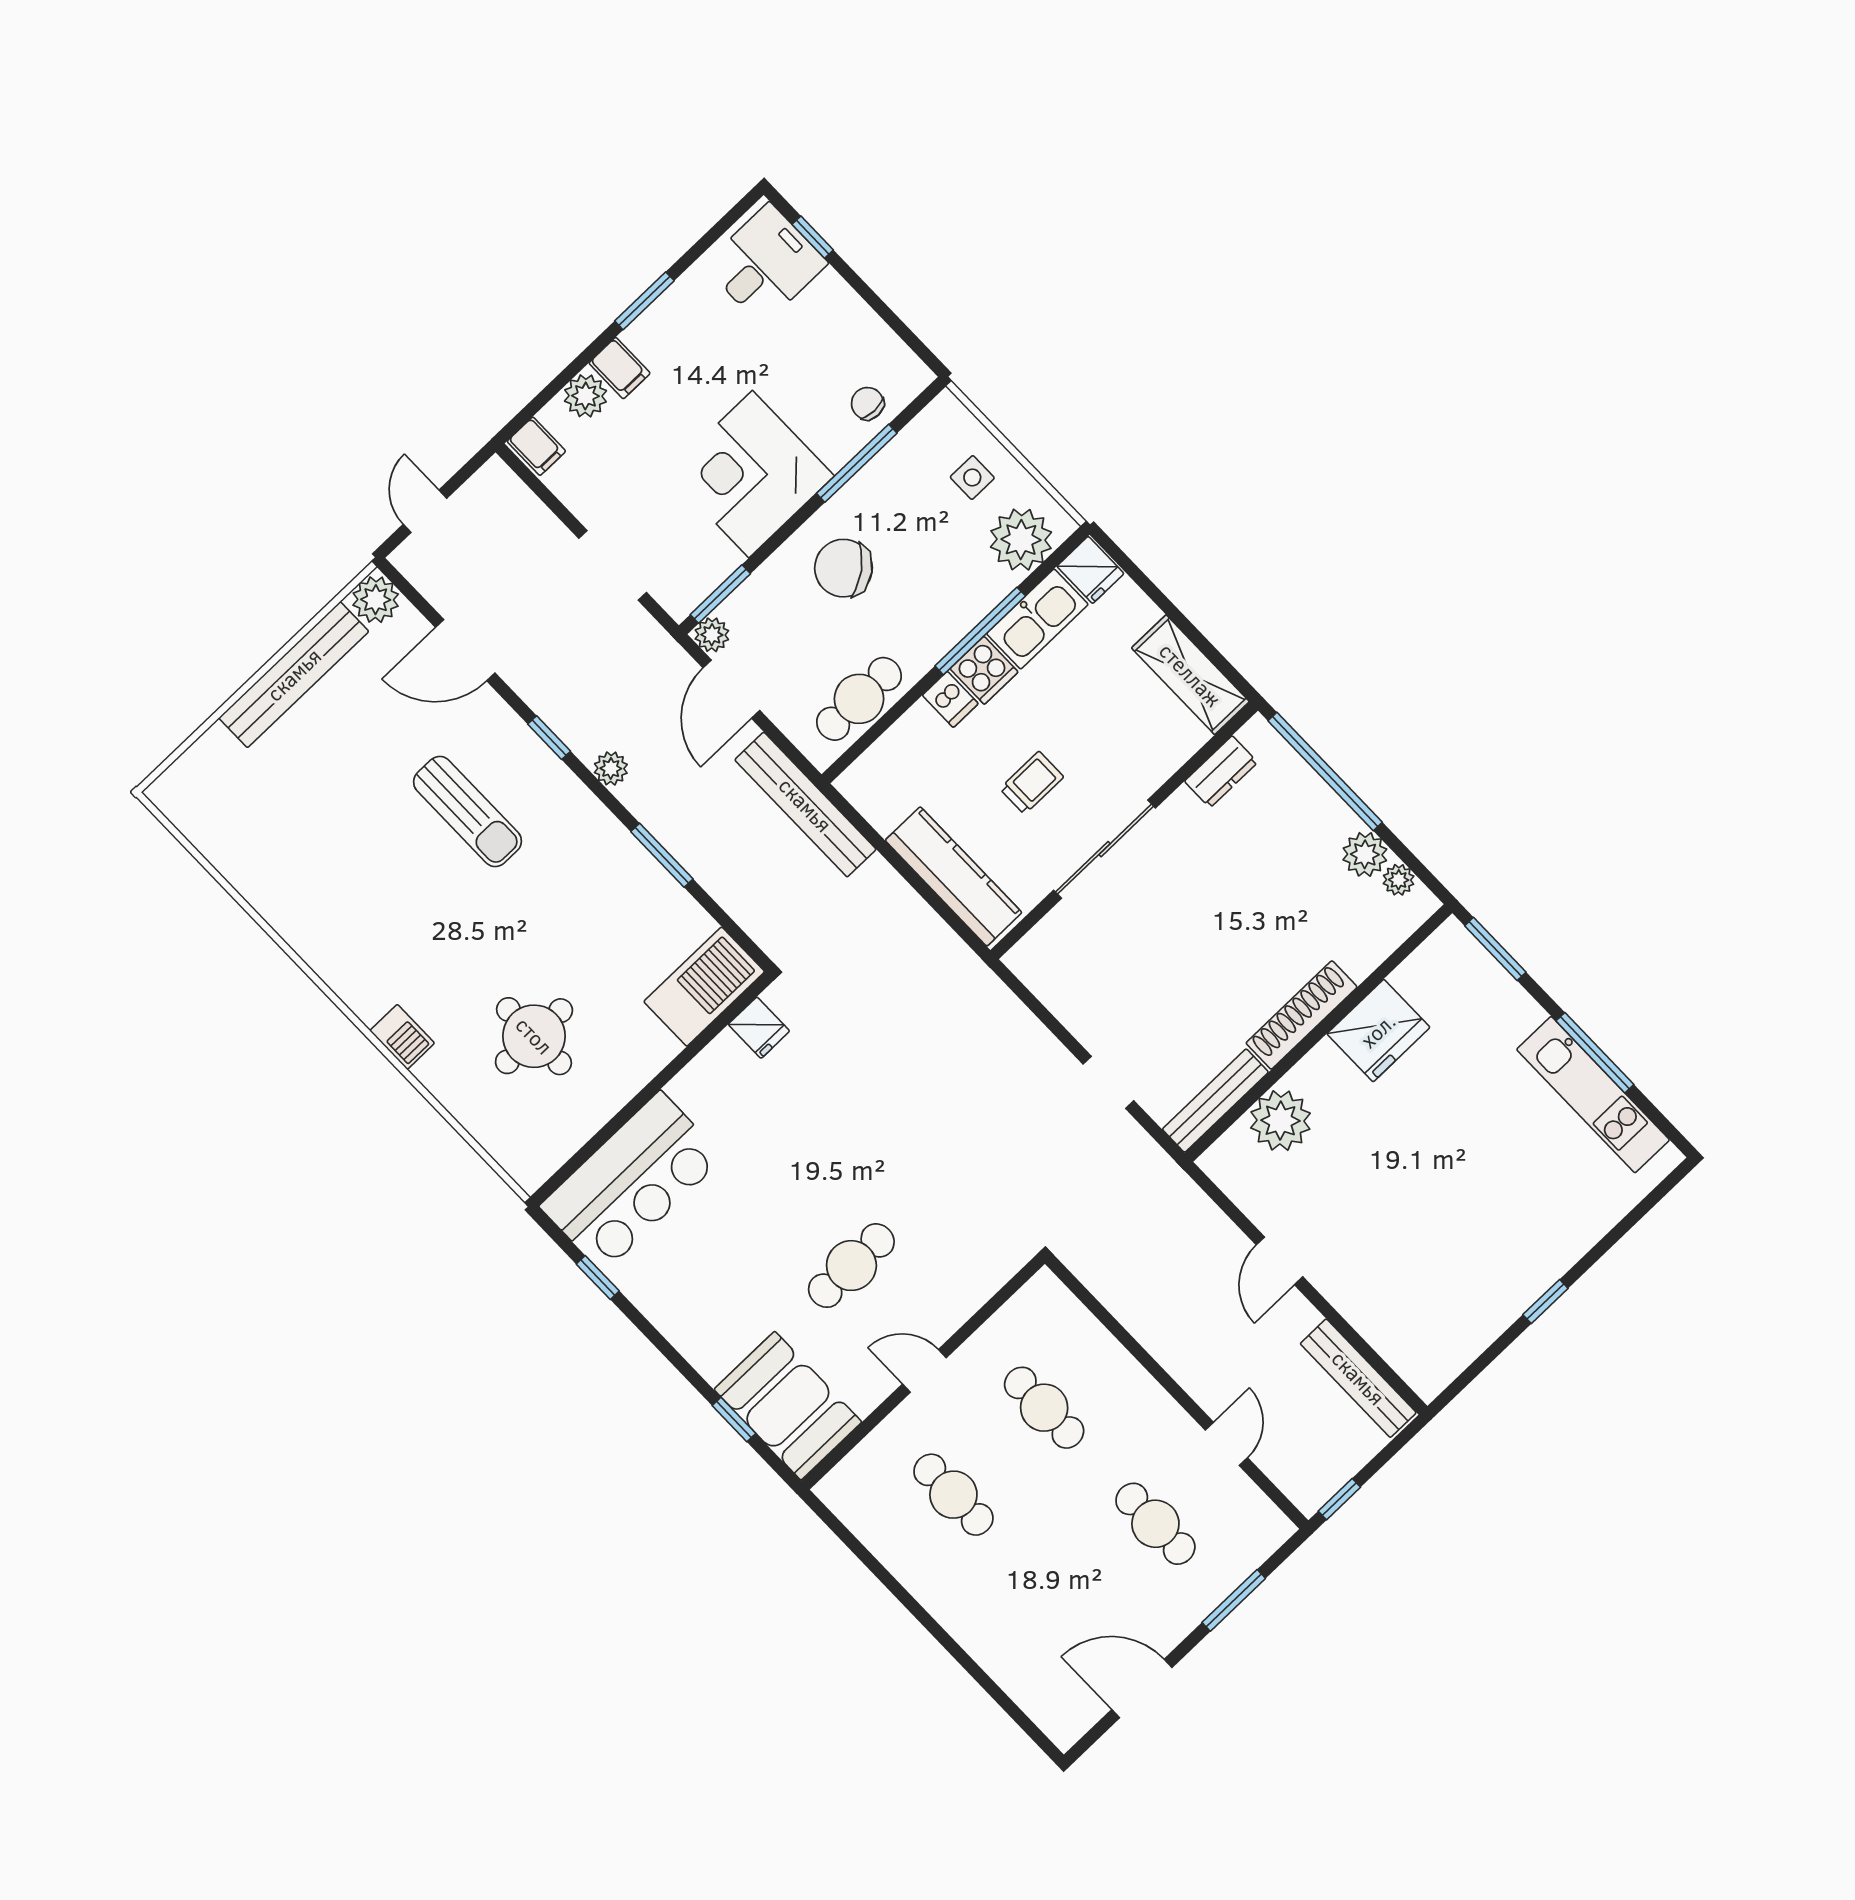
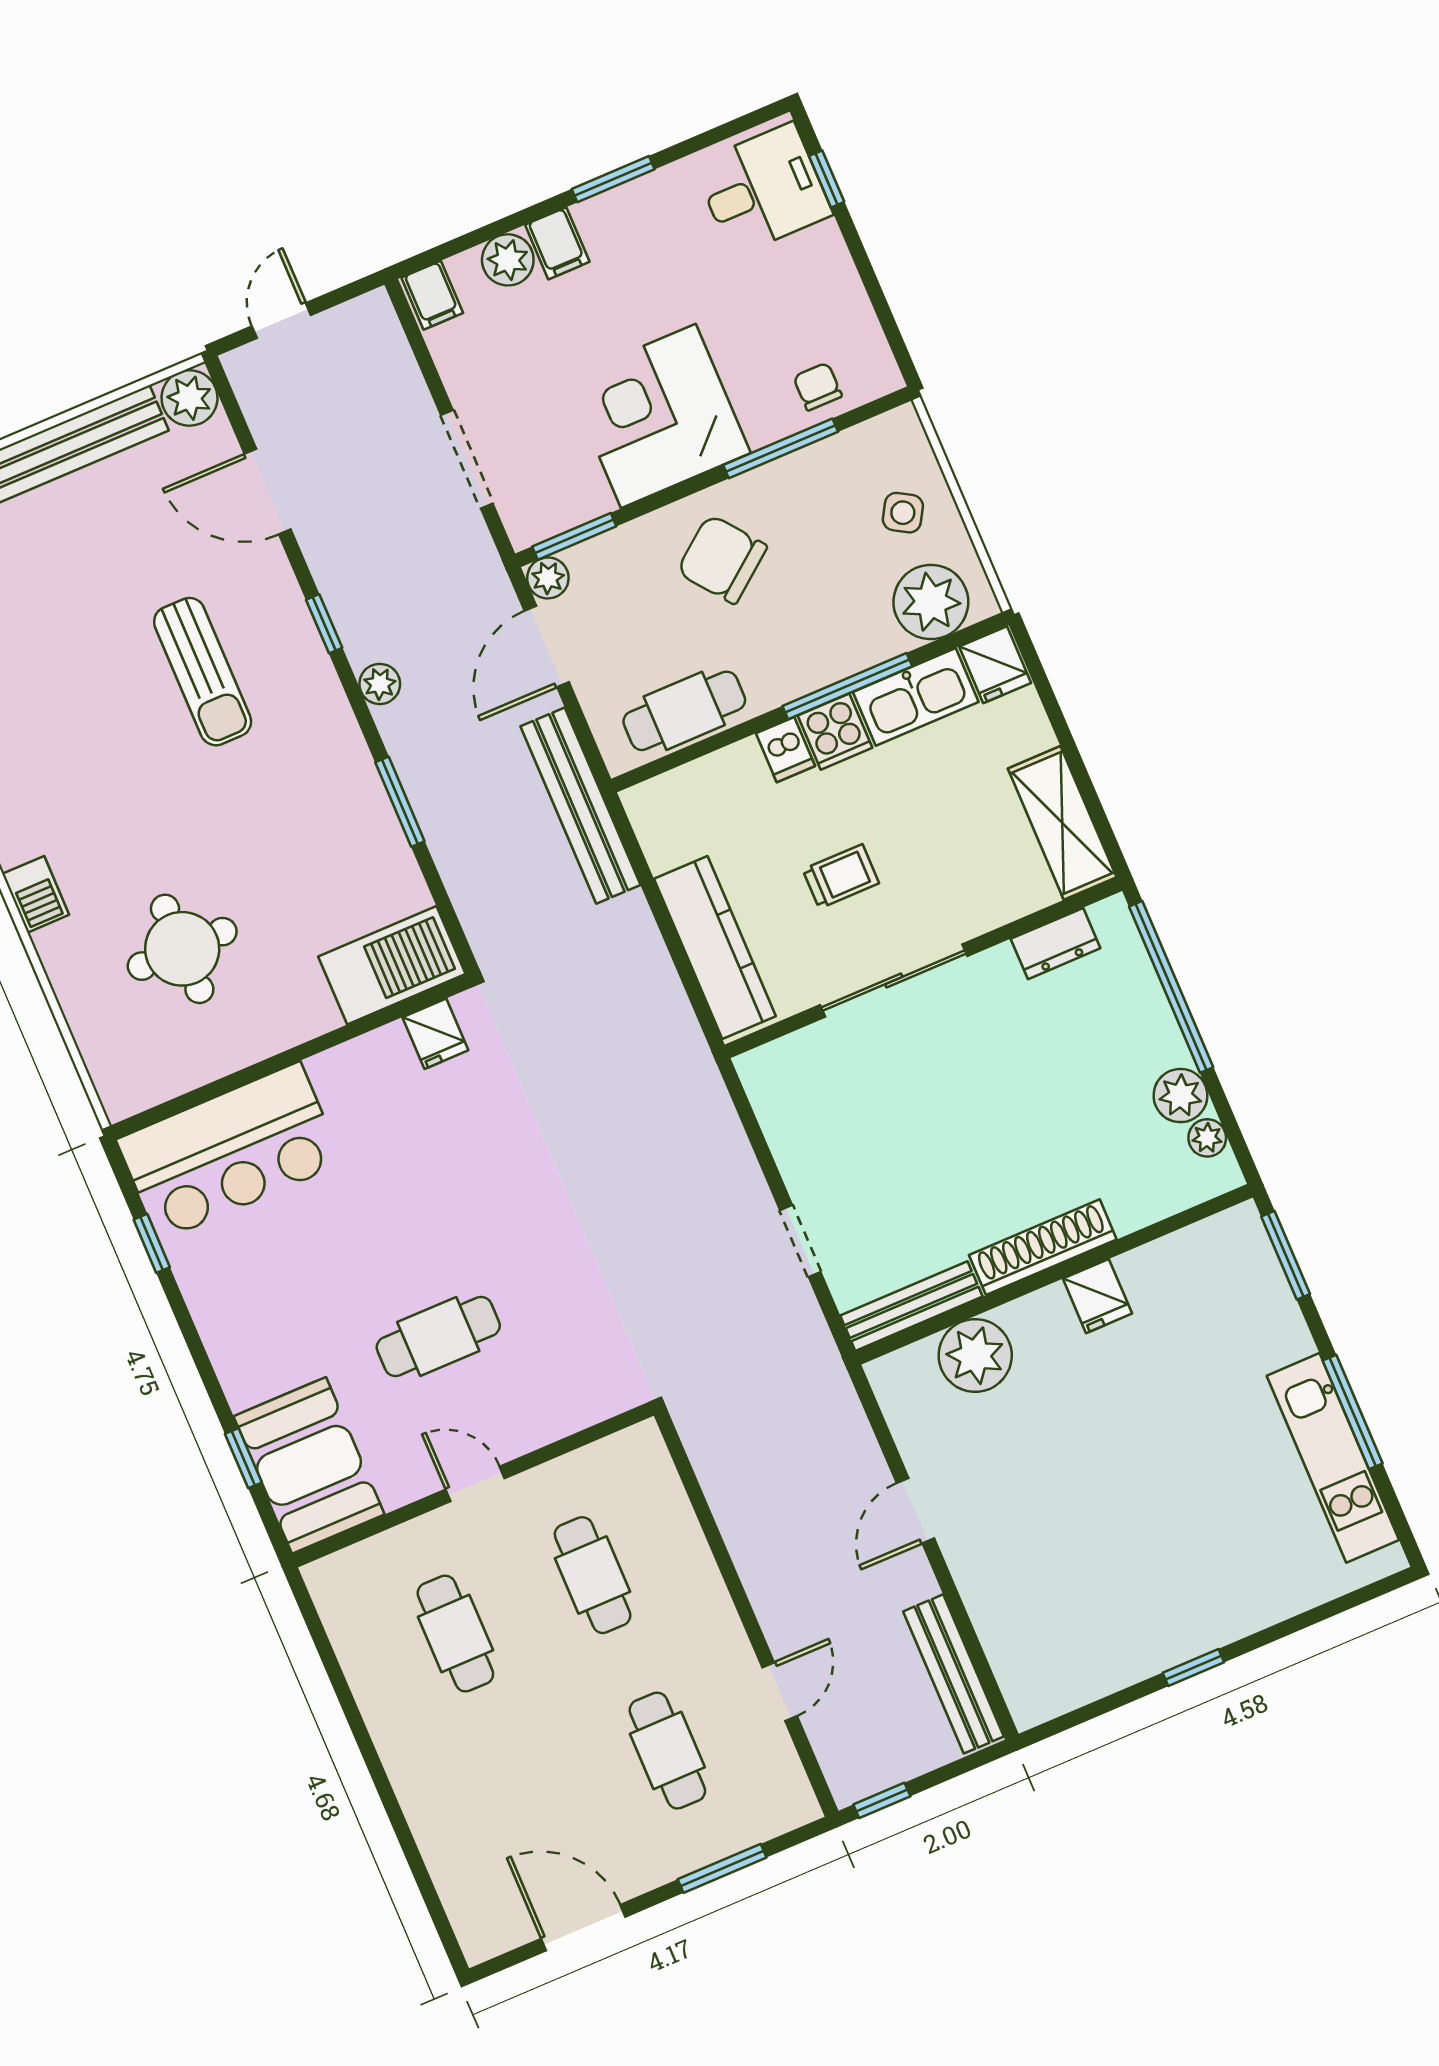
side table: (972, 478) -> (903, 513), turned 31
fridge: (1378, 1031) -> (1097, 1296), width x0.53, depth x0.75

